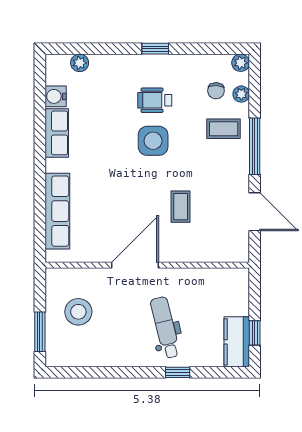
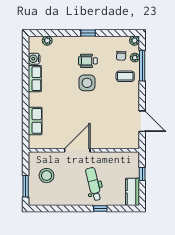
window: (255, 146) -> (142, 66), moved
coffee table: (181, 207) -> (102, 119), removed
row of seats: (57, 211) -> (35, 121), width x0.68
window: (255, 333) -> (142, 174), moved

